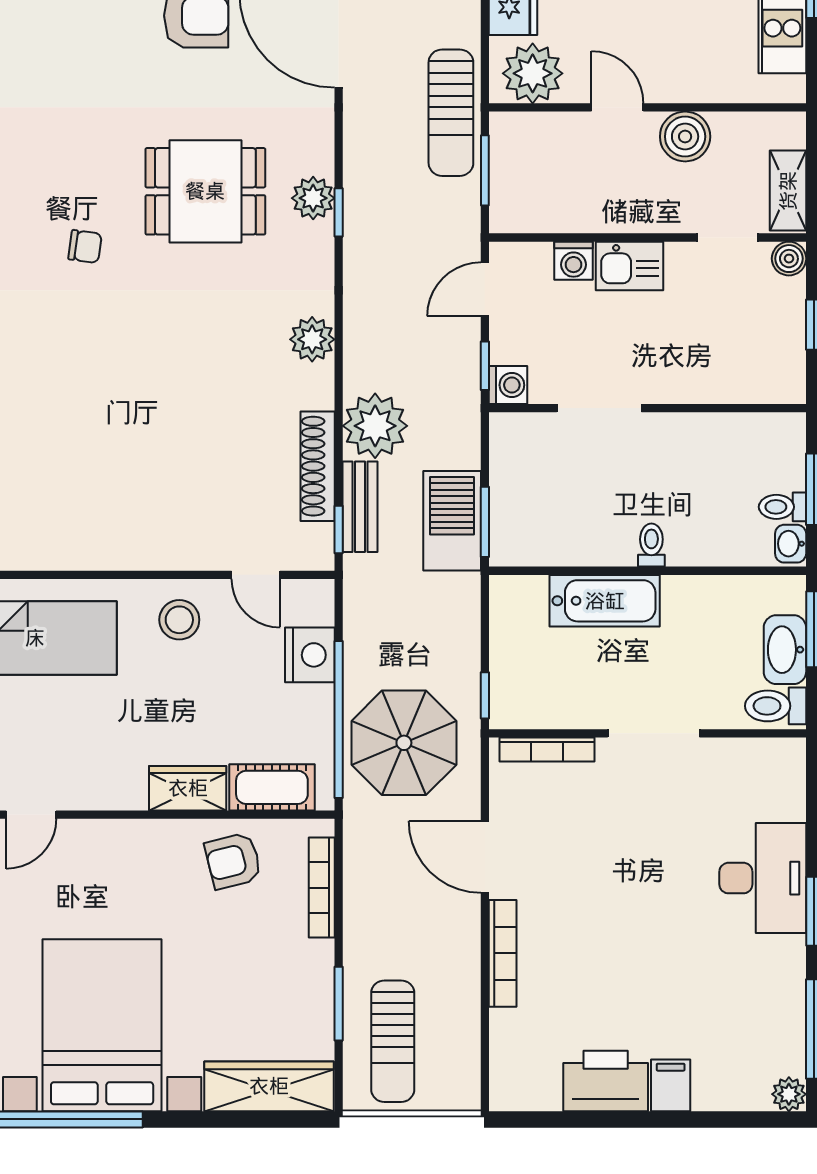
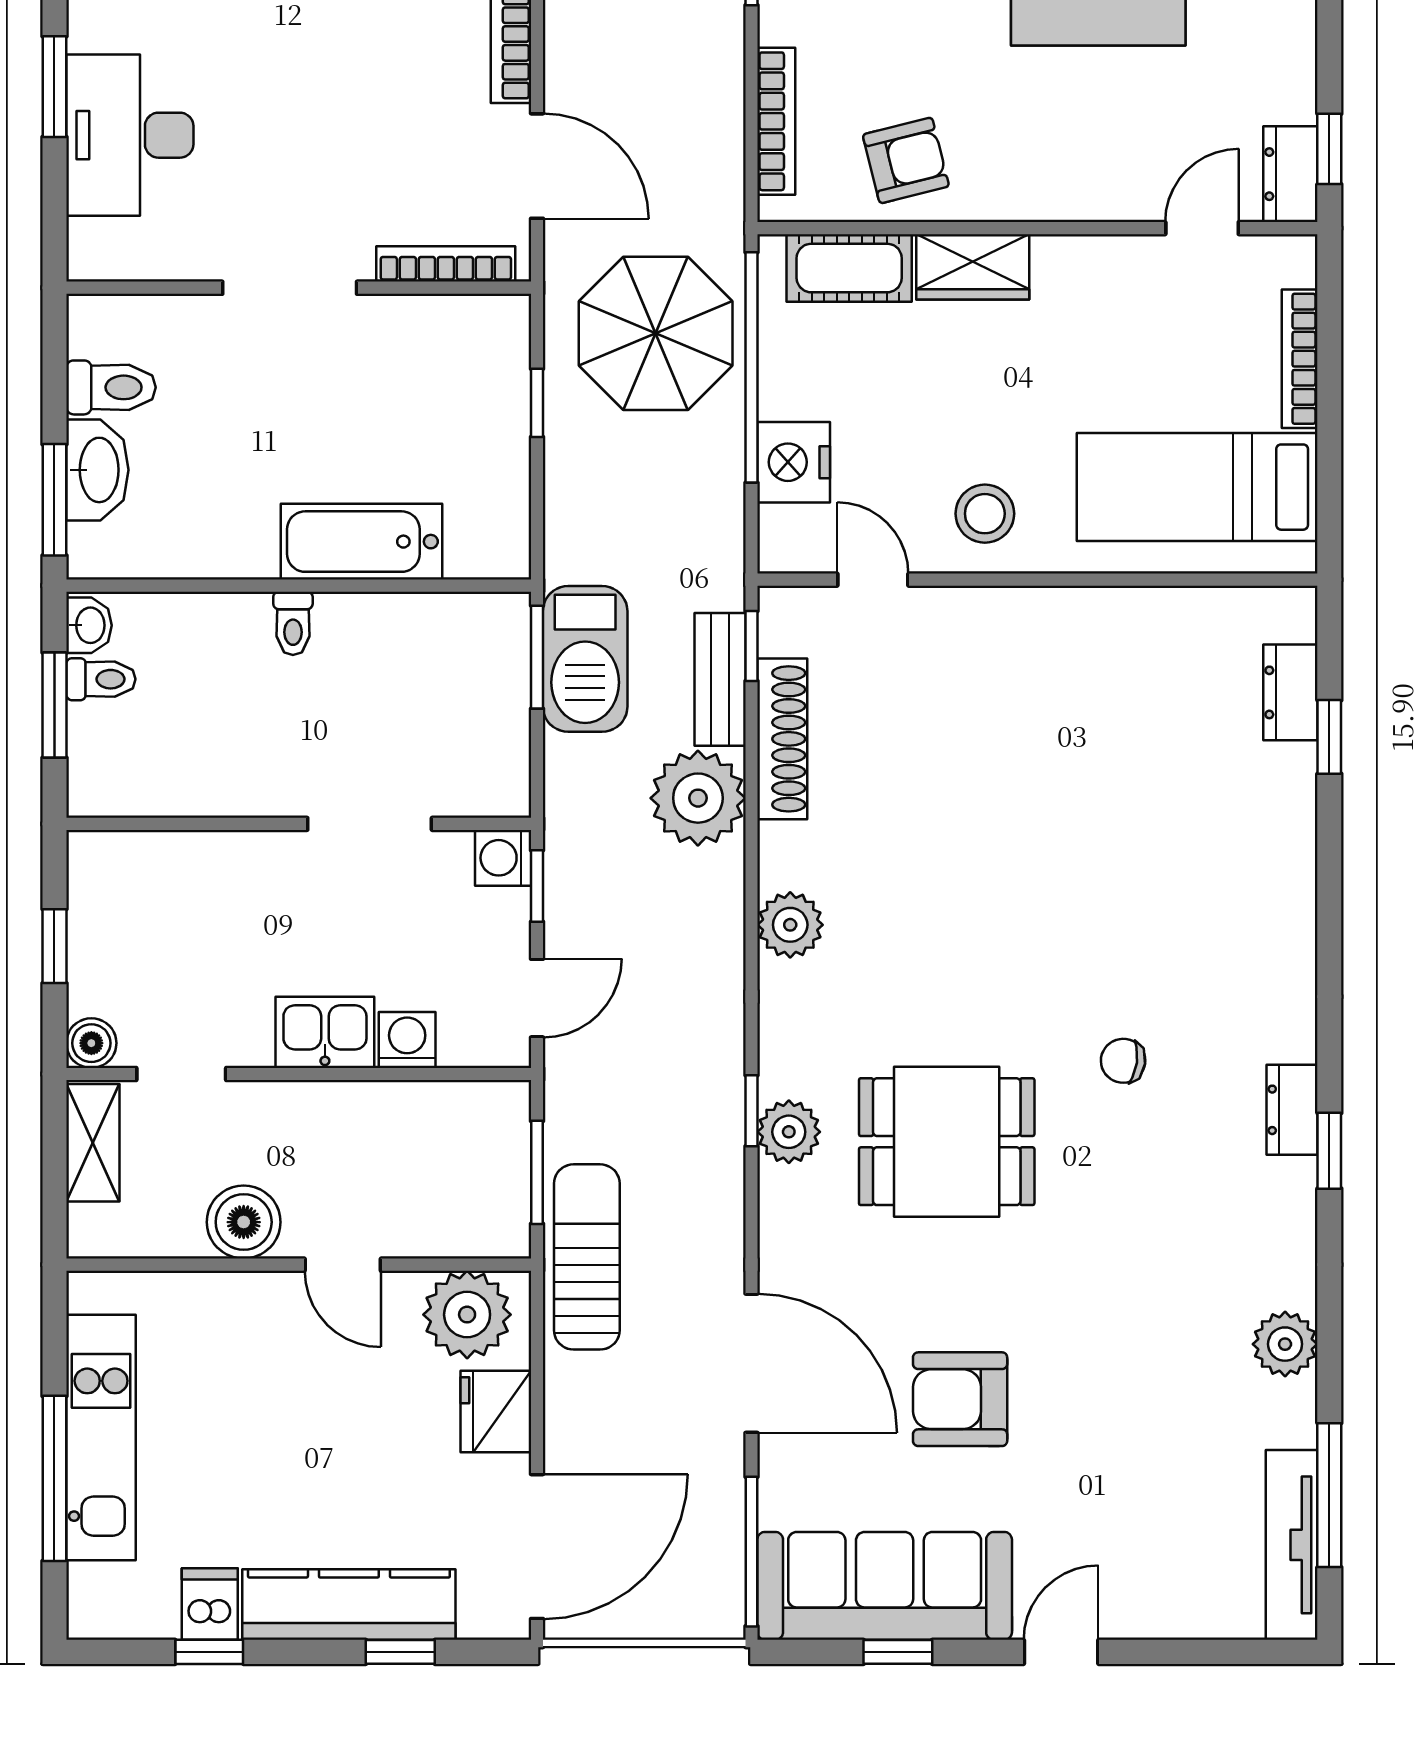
wall: (647, 733) -> (299, 288), moved
doorway: (654, 733) -> (290, 288), moved
bookcase: (547, 750) -> (446, 264), moved

